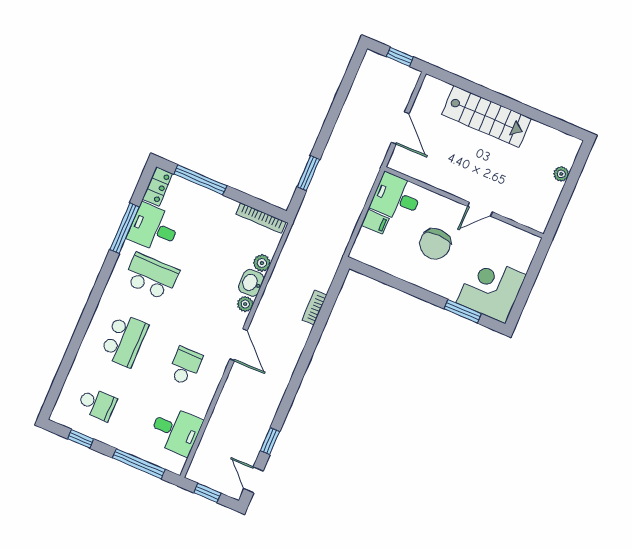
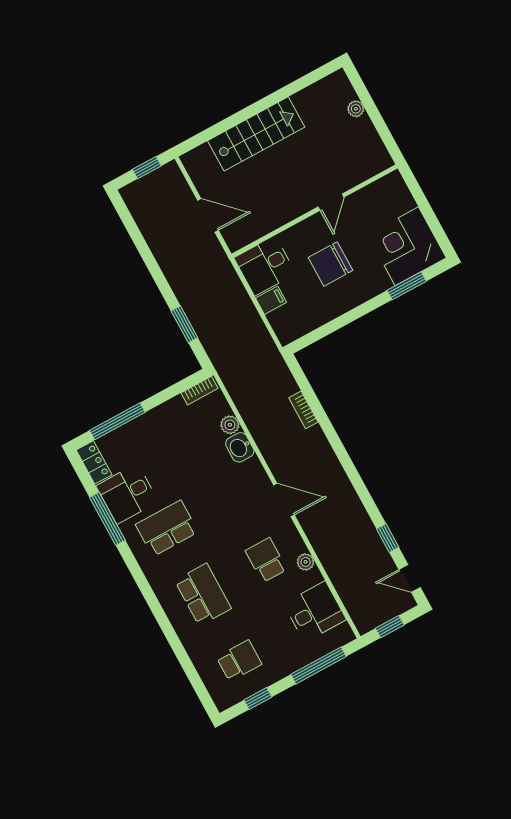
bookcase: (261, 218) -> (199, 391), width x0.64
chair: (435, 244) -> (331, 264), turned 90
plant: (245, 304) -> (306, 562), moved

